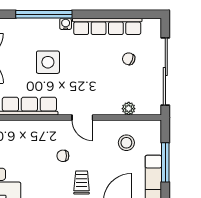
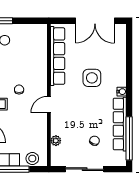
window: (44, 14) -> (129, 138), moved
sliding door: (165, 71) -> (85, 169), width x0.73
stool: (126, 143) -> (32, 159), moved

